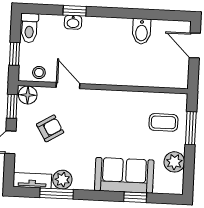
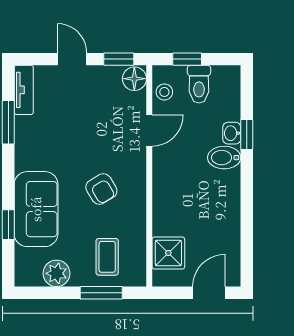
toilet: (29, 28) -> (199, 84), moved, turned -90
bidet: (142, 31) -> (224, 158), moved
shower: (163, 75) -> (168, 253), added
armchair: (50, 128) -> (101, 189), moved
plant: (62, 180) -> (27, 129), removed

